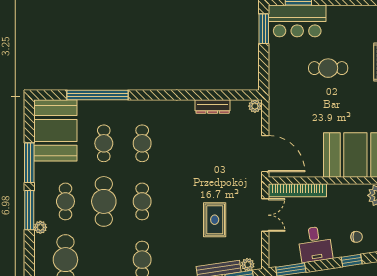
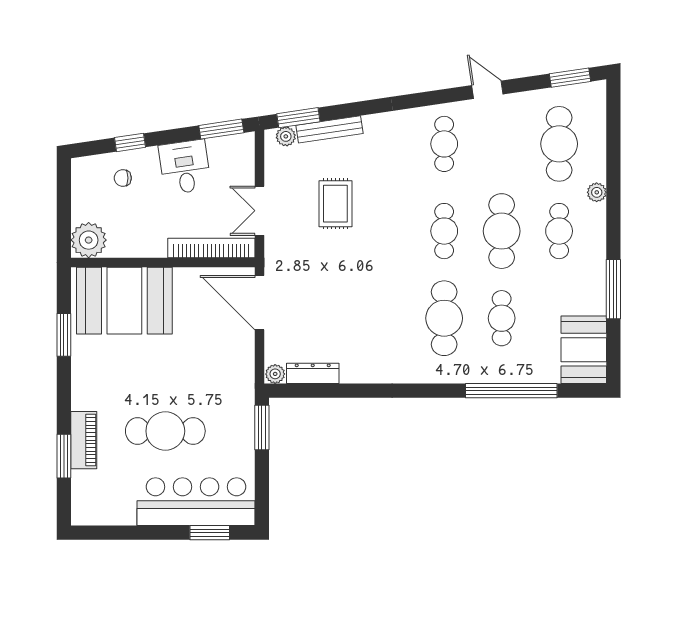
bar counter: (297, 21) -> (196, 502), width x1.36
window: (264, 29) -> (262, 427), moved
cafe table: (328, 68) -> (165, 431), width x1.37, depth x1.35
dresser: (213, 107) -> (313, 373), moved
booth: (55, 130) -> (584, 350), width x0.73, depth x0.70
cafe table: (142, 143) -> (444, 318), width x1.37, depth x1.35
window: (29, 210) -> (613, 218), removed

